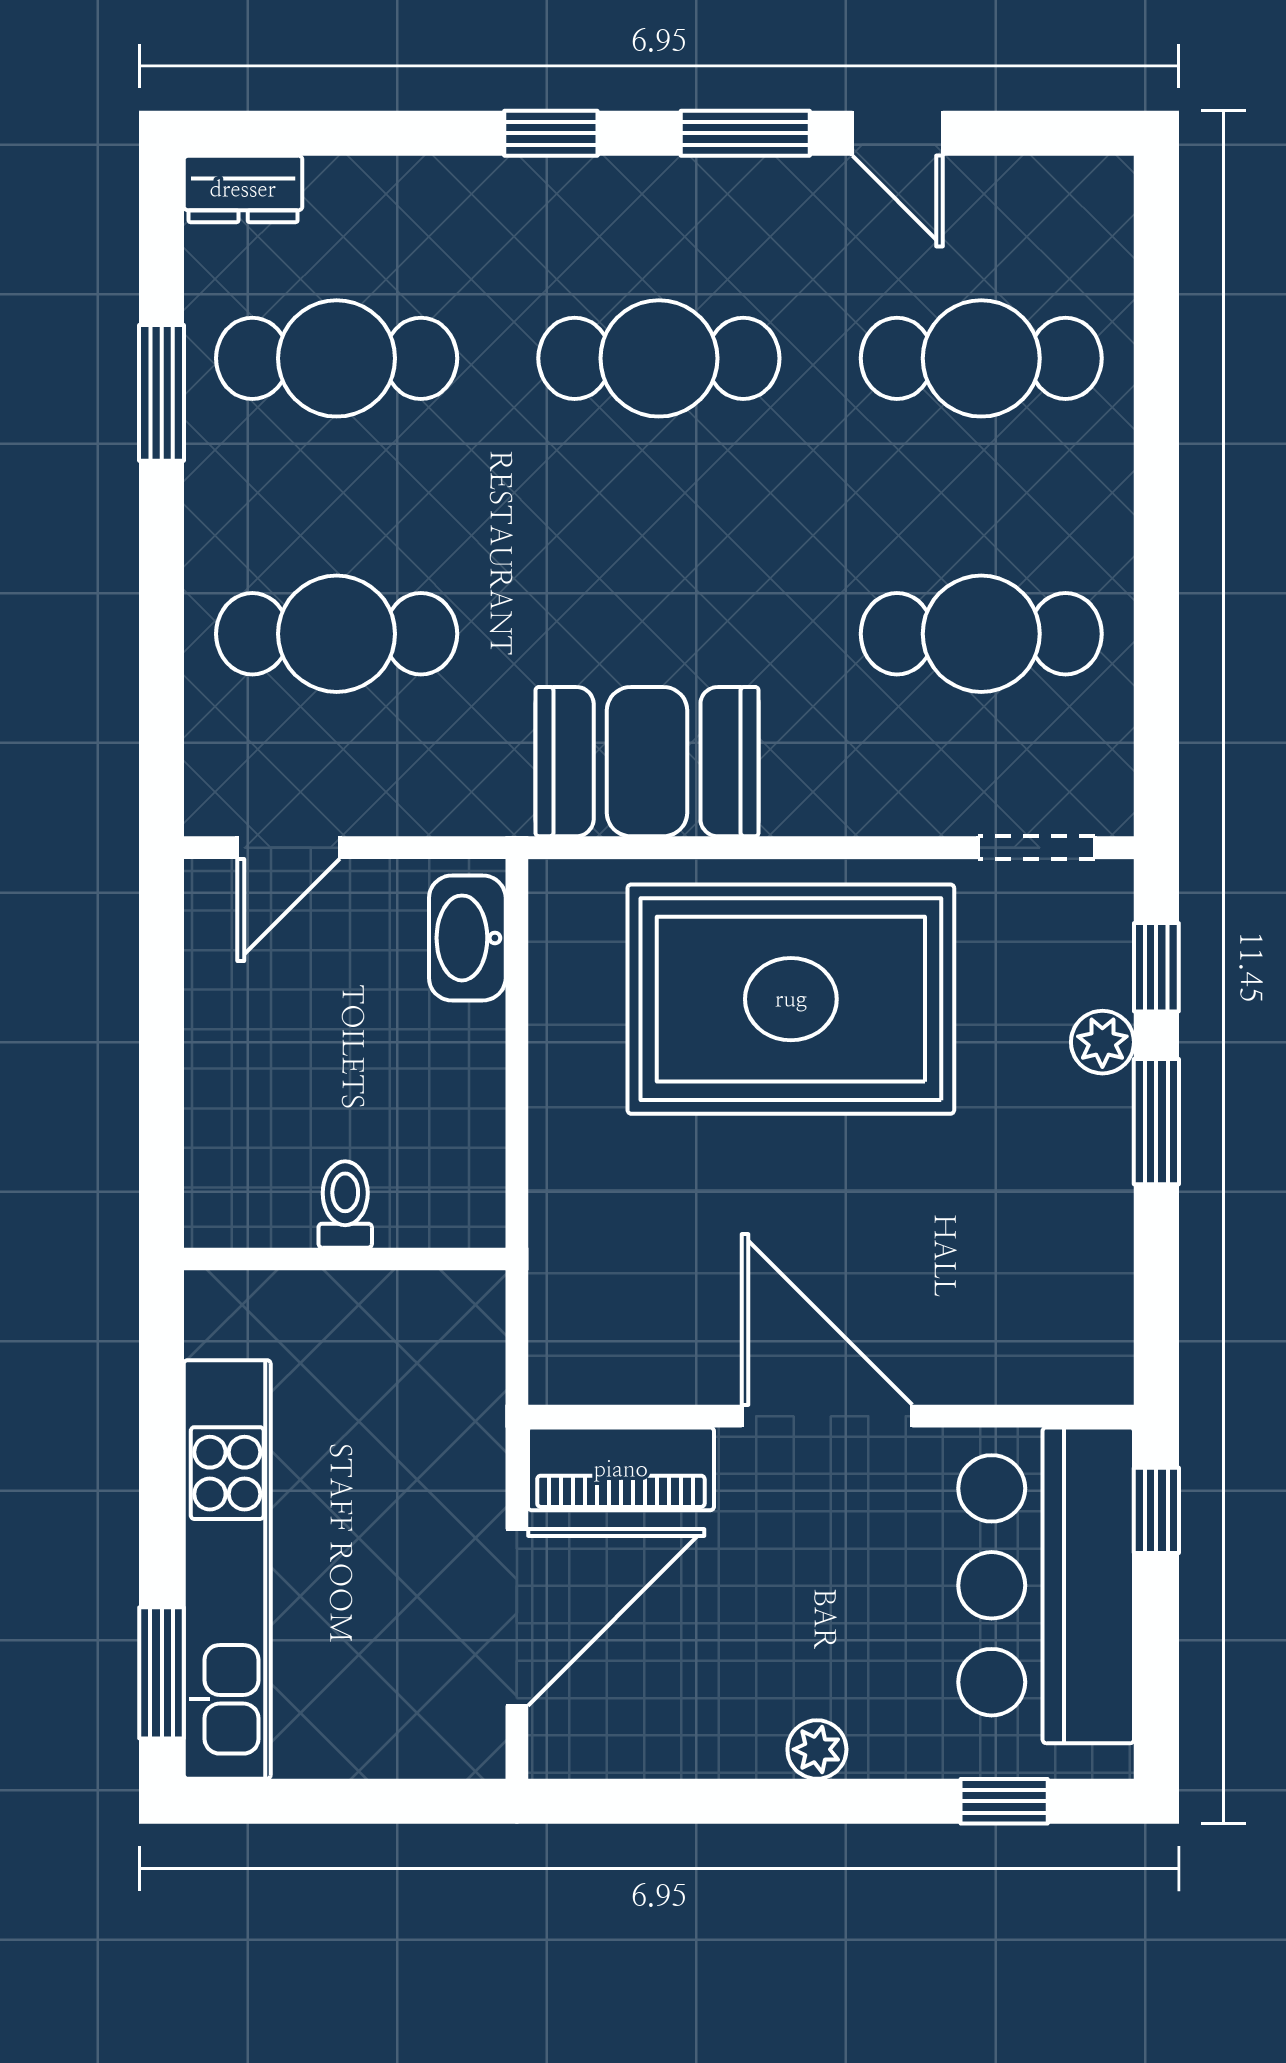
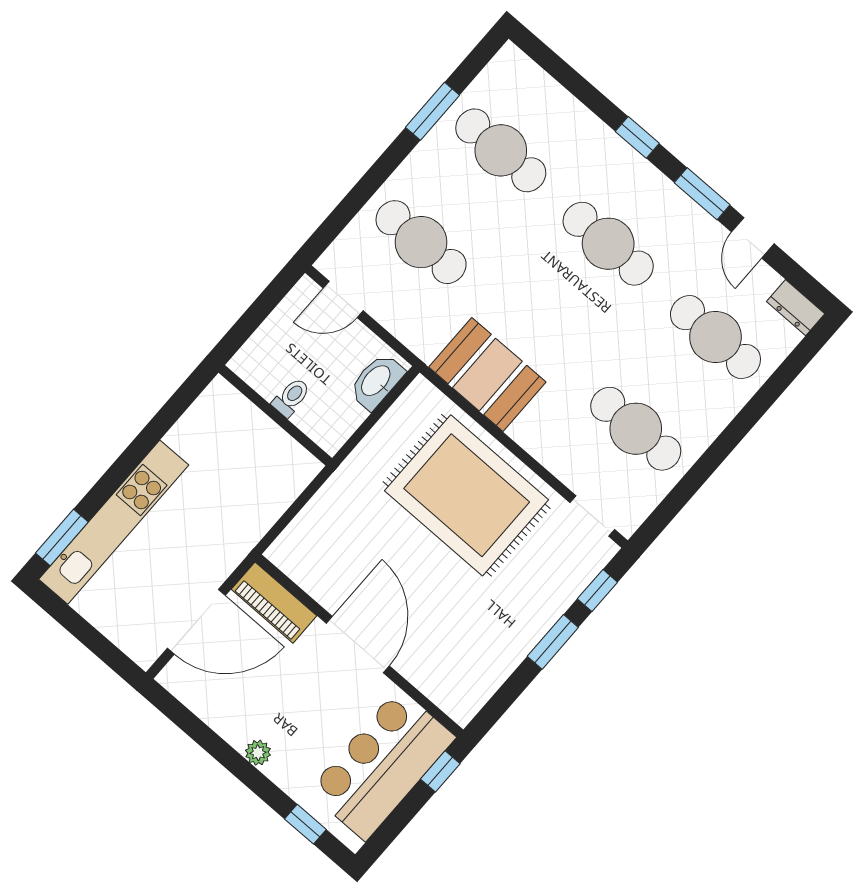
dresser: (243, 189) -> (796, 308), moved
plant: (1102, 1042) -> (558, 600), removed
toilet: (345, 1204) -> (291, 397), moved
wall: (345, 1259) -> (275, 415), moved

